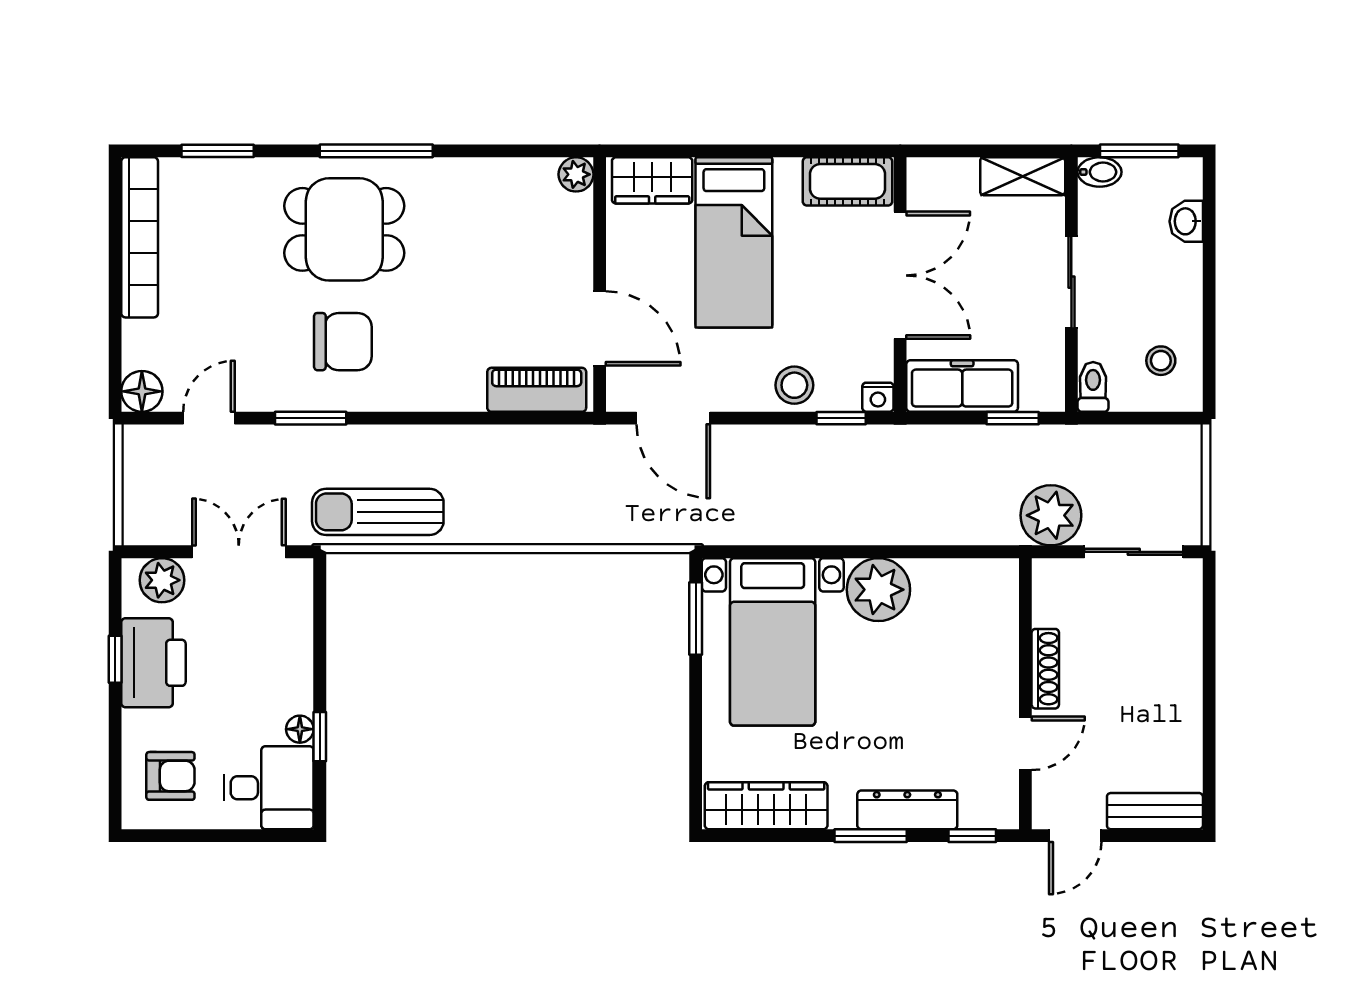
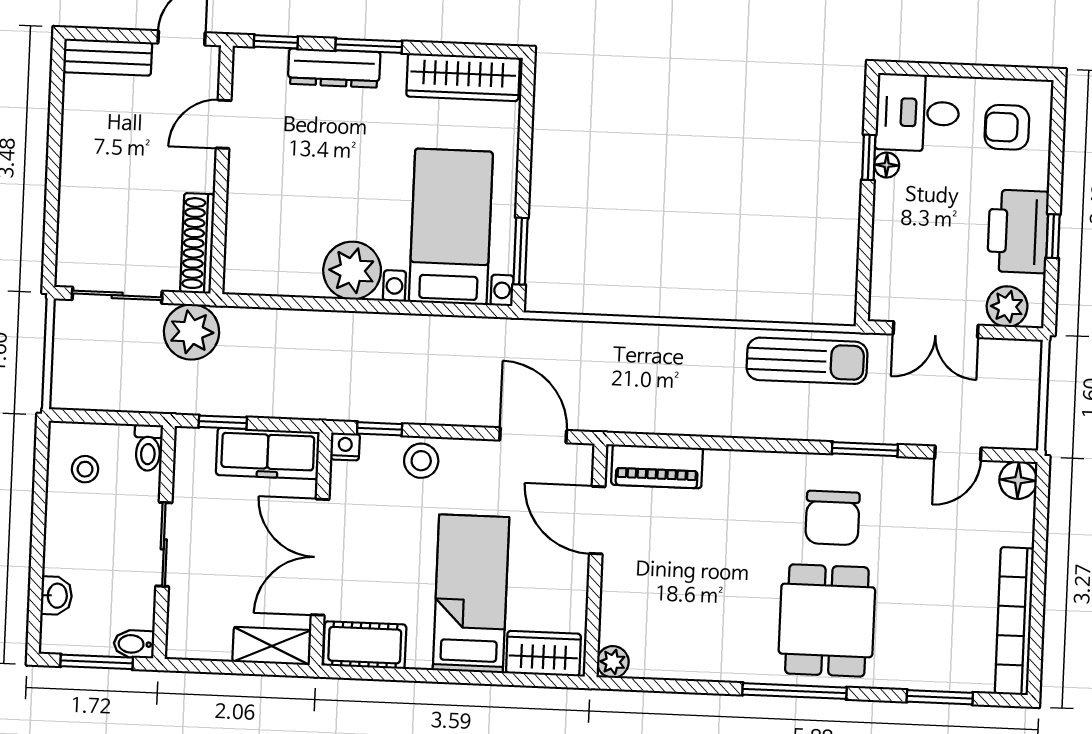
shelving: (1023, 176) -> (272, 646), moved
dining table: (344, 229) -> (827, 620), turned 90
chair: (343, 342) -> (832, 518), turned -90
shoe rack: (1045, 669) -> (197, 243), moved, width x1.36, depth x1.24

